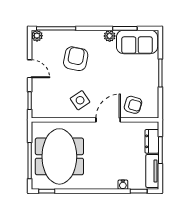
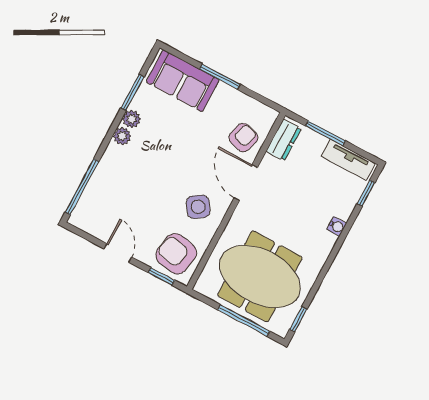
plant: (37, 36) -> (122, 136), moved
sofa: (137, 42) -> (183, 81), moved, turned 90
armchair: (76, 59) -> (176, 254), moved
door: (30, 69) -> (118, 253), hinge flipped
dresser: (152, 141) -> (284, 140), moved, turned -90
water cooler: (123, 185) -> (337, 226), moved

